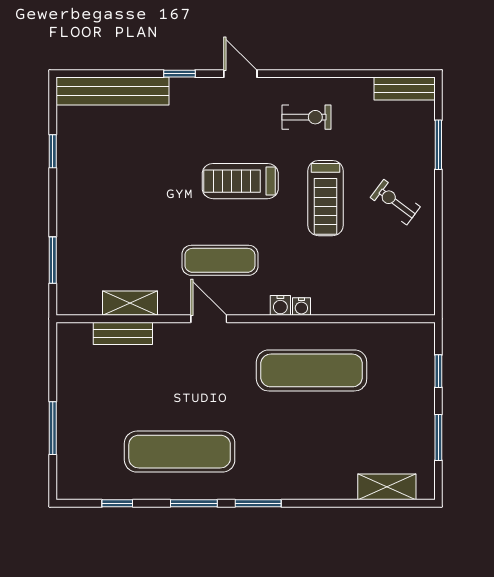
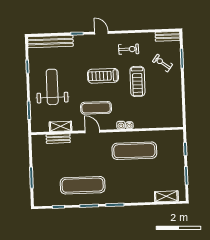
exercise bike: (395, 202) -> (162, 63), moved
weight bench: (113, 204) -> (52, 87), added

